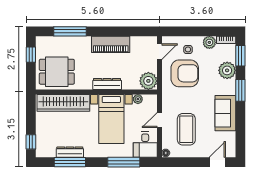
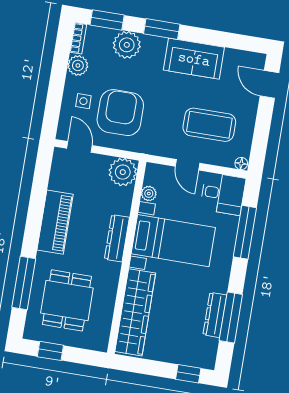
dining table: (57, 72) -> (67, 300), moved

